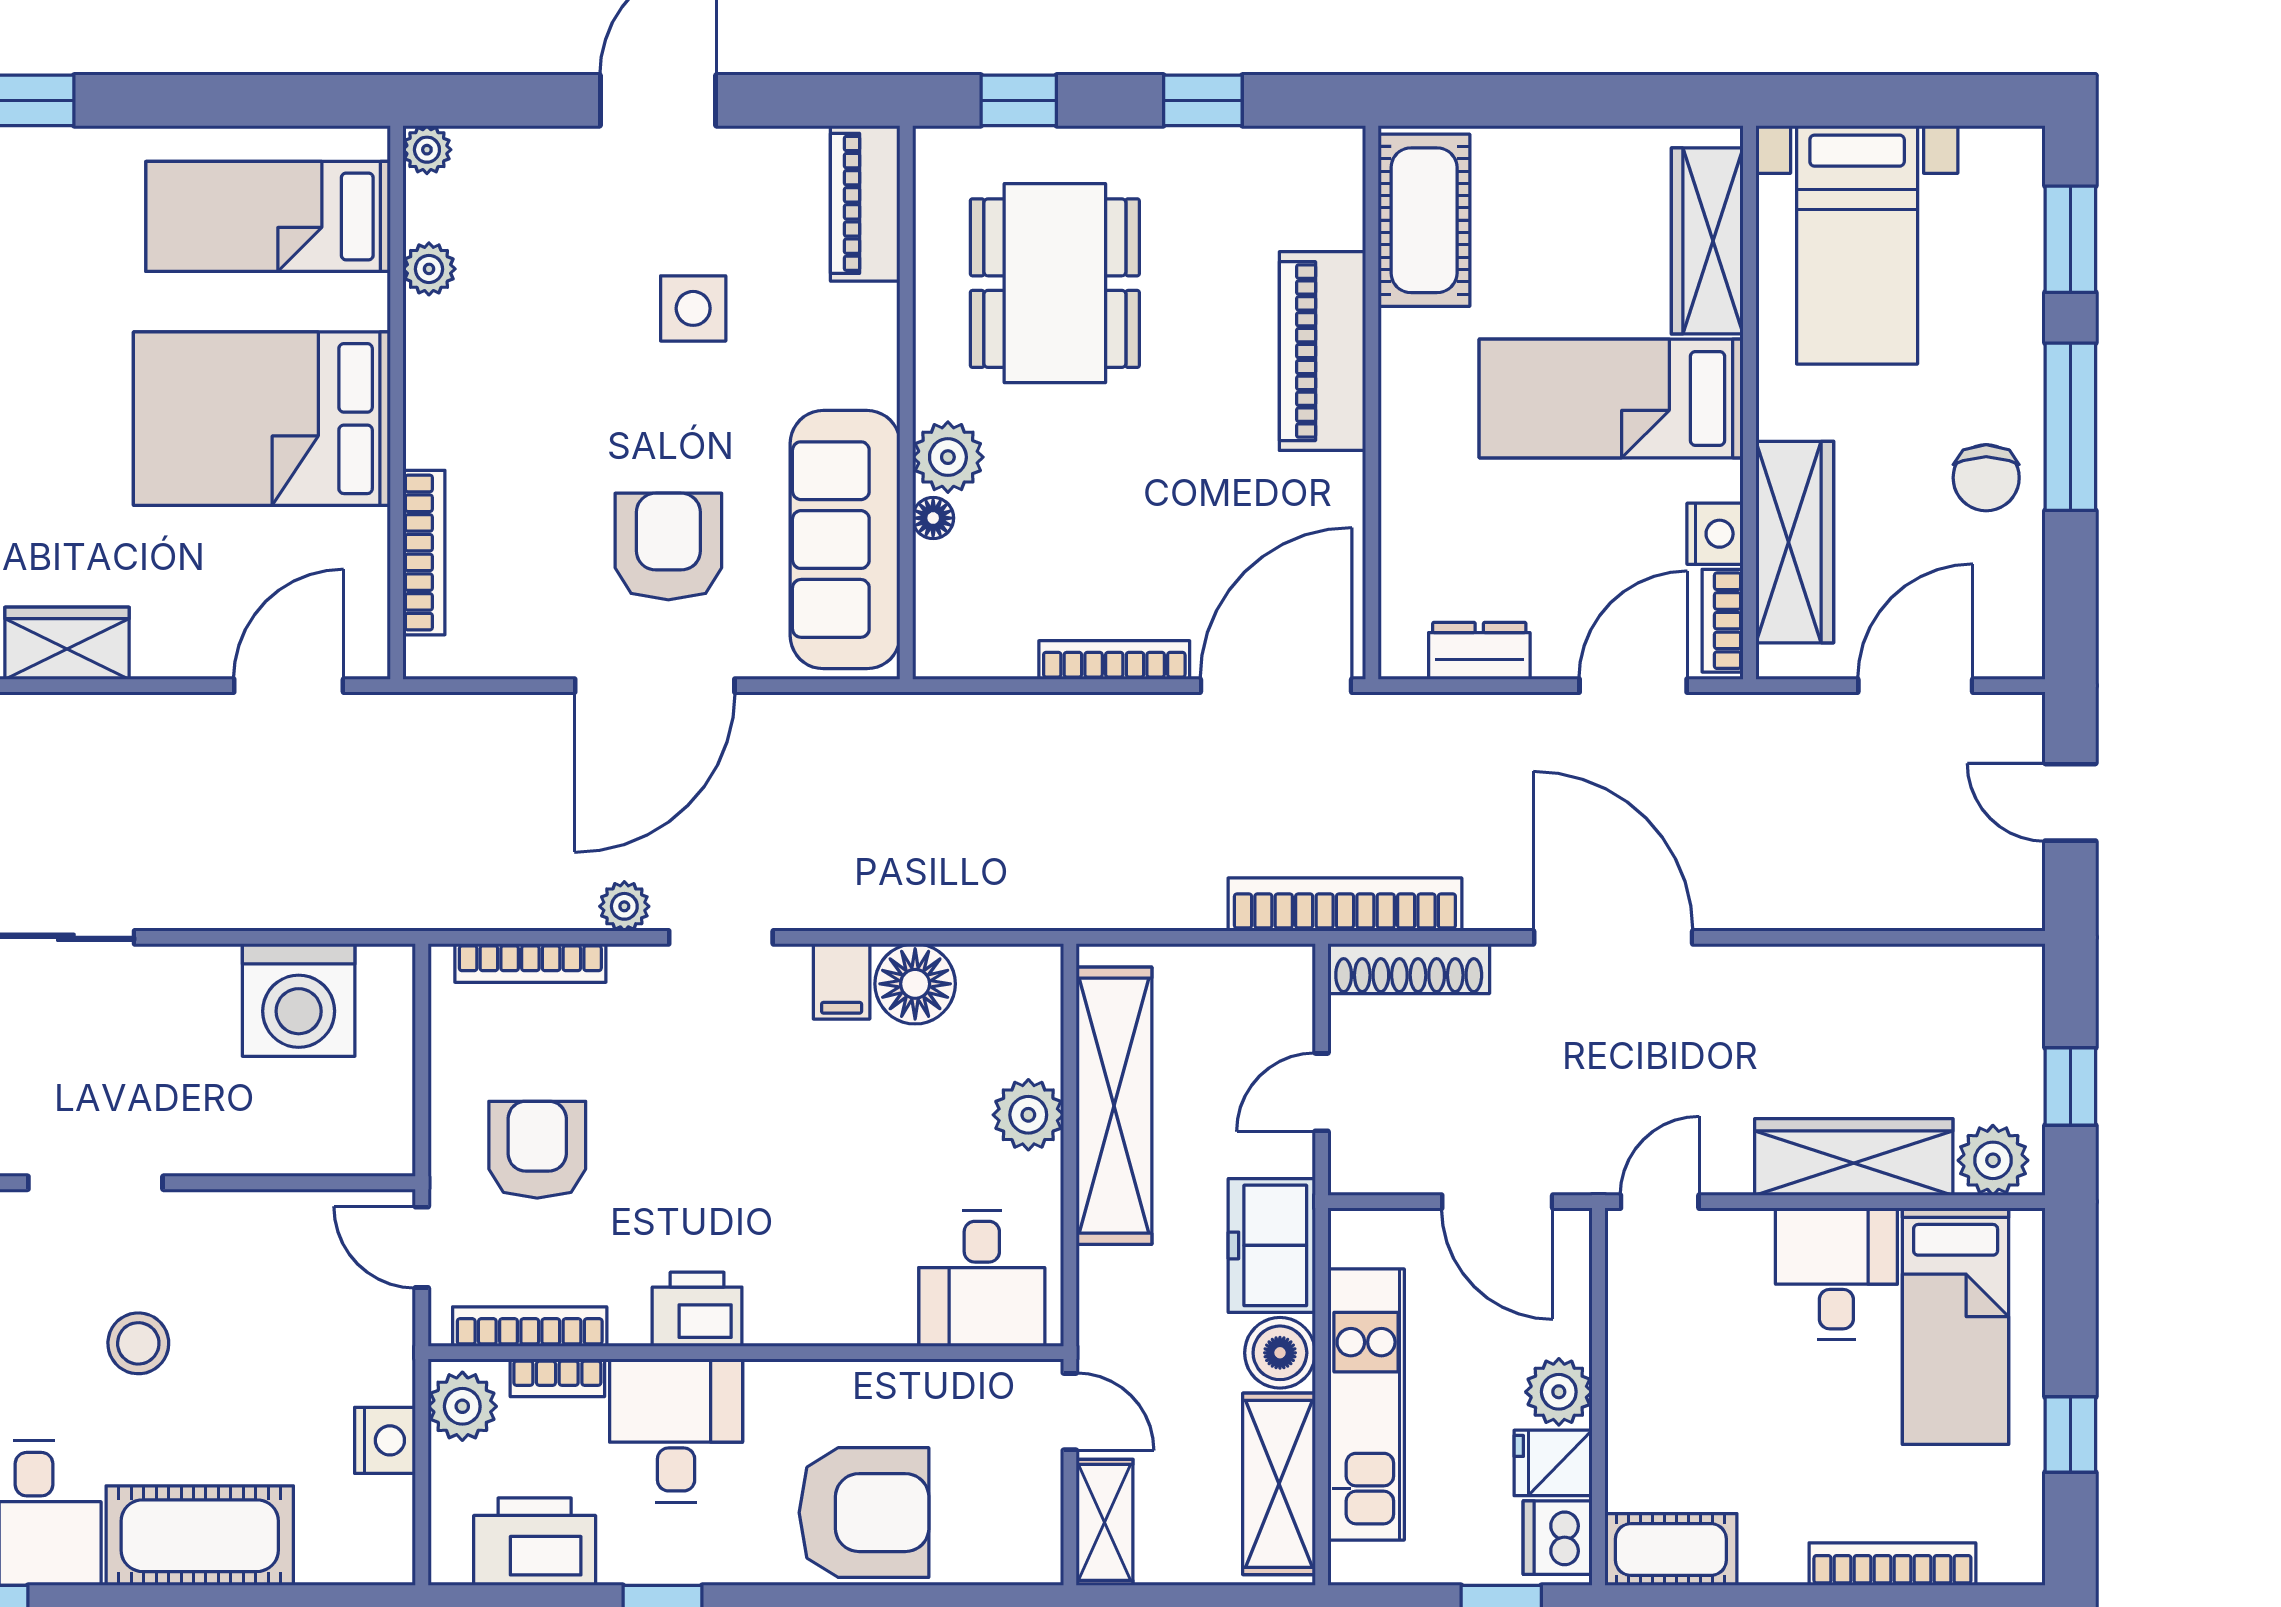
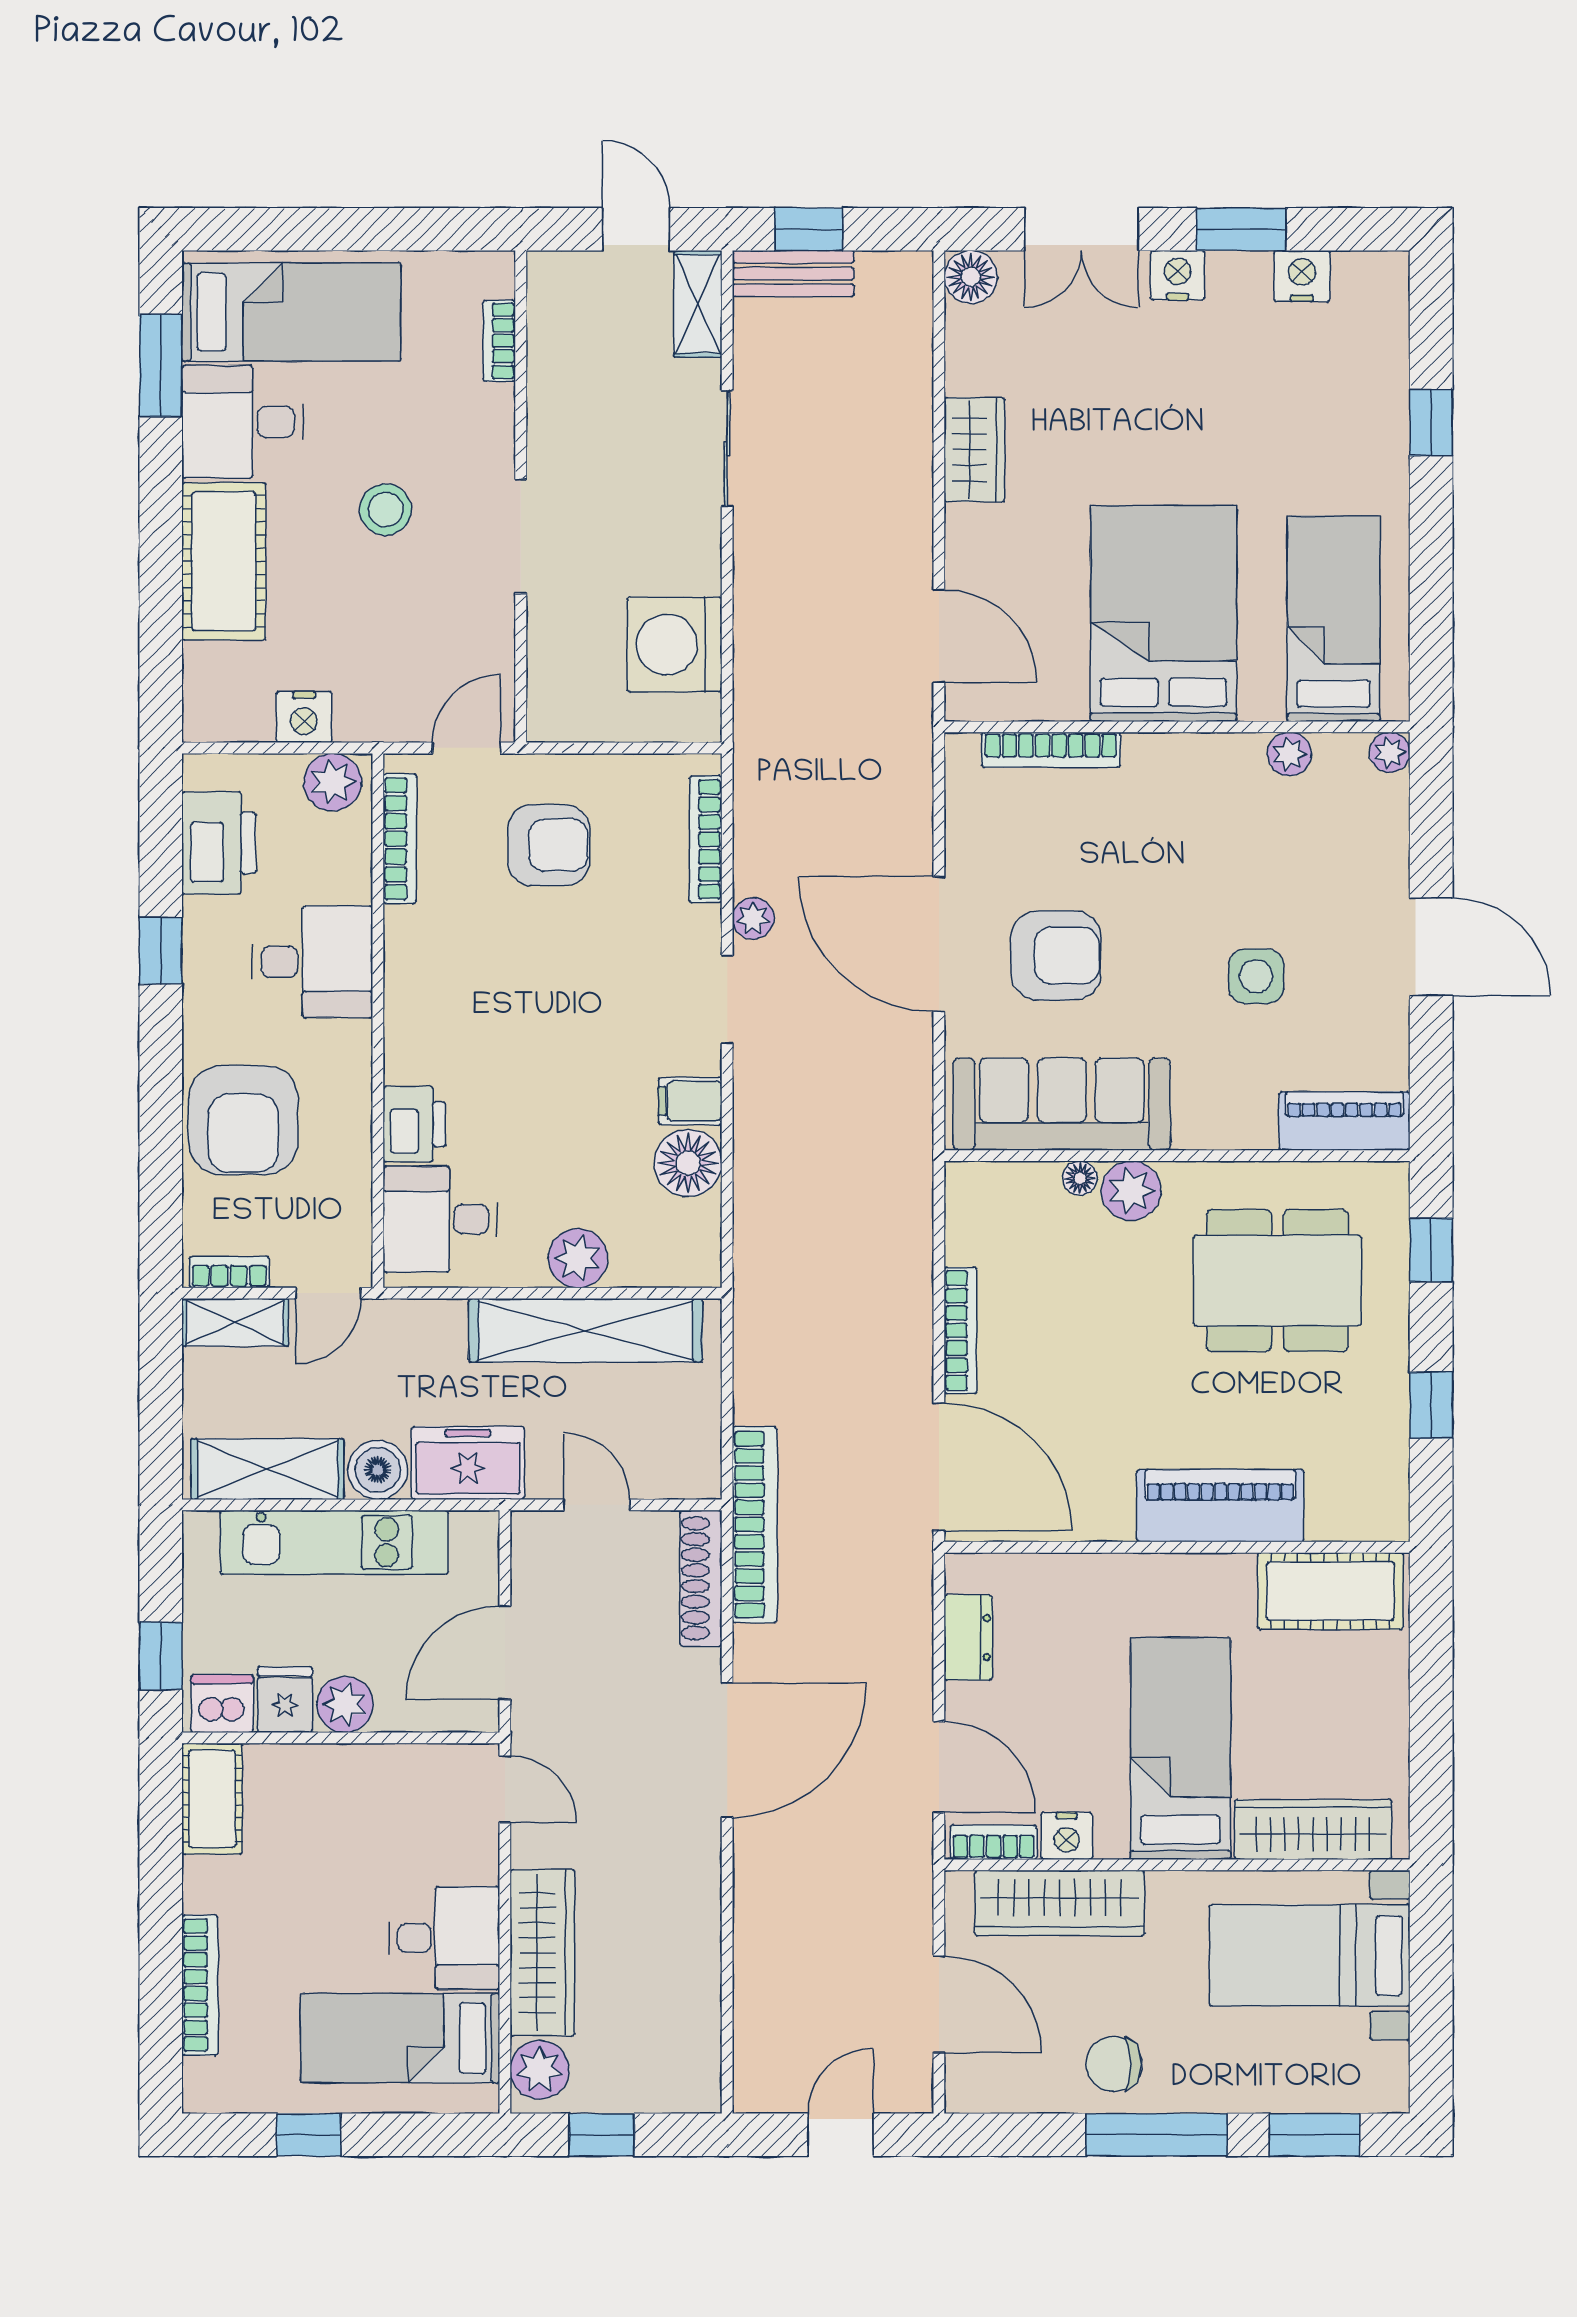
doorway: (95, 1183) -> (521, 536), moved
printer: (697, 1309) -> (414, 1124), moved
bookcase: (557, 1378) -> (229, 1272), moved, turned 90

